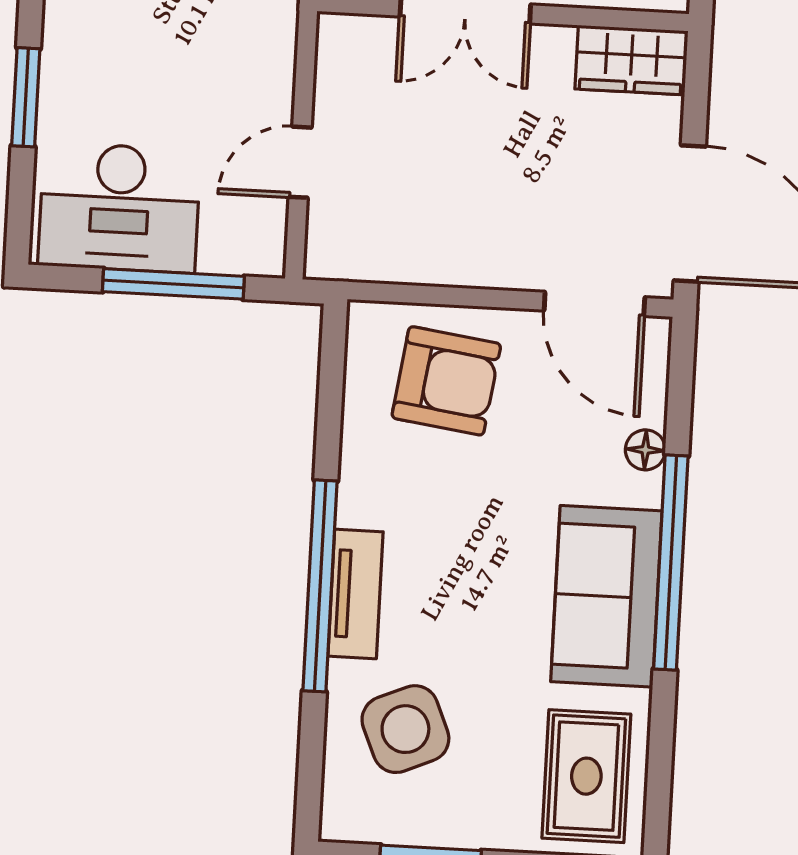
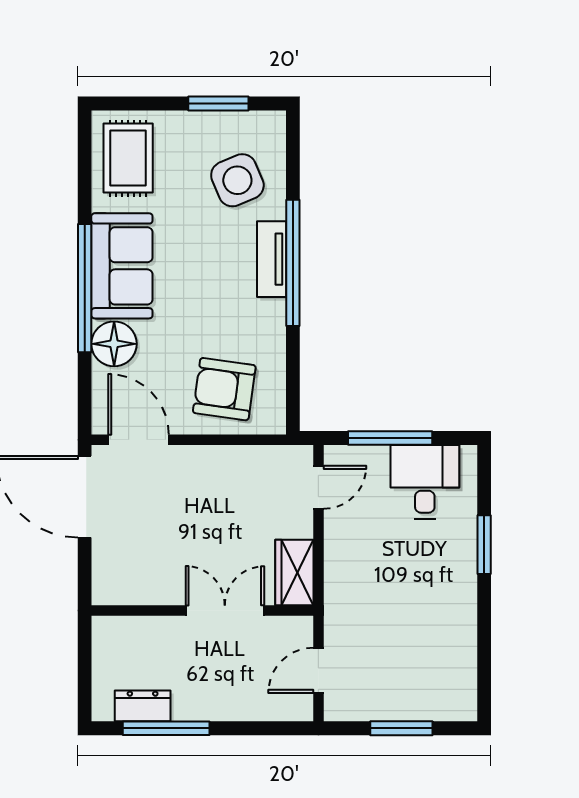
wardrobe: (631, 60) -> (294, 573), moved, turned -90
door: (300, 162) -> (318, 487), moved
desk: (119, 208) -> (425, 482), width x0.73
floor lamp: (645, 450) -> (114, 344), width x1.89, depth x1.89

